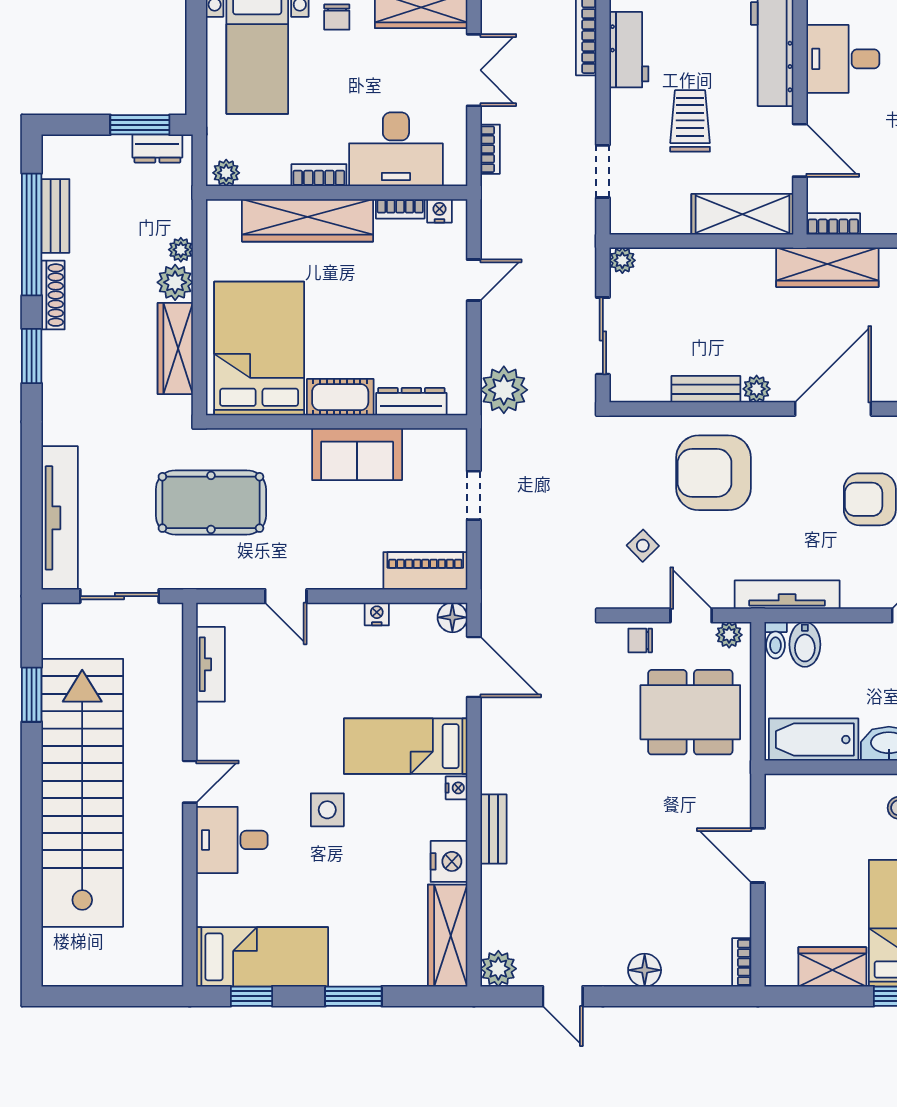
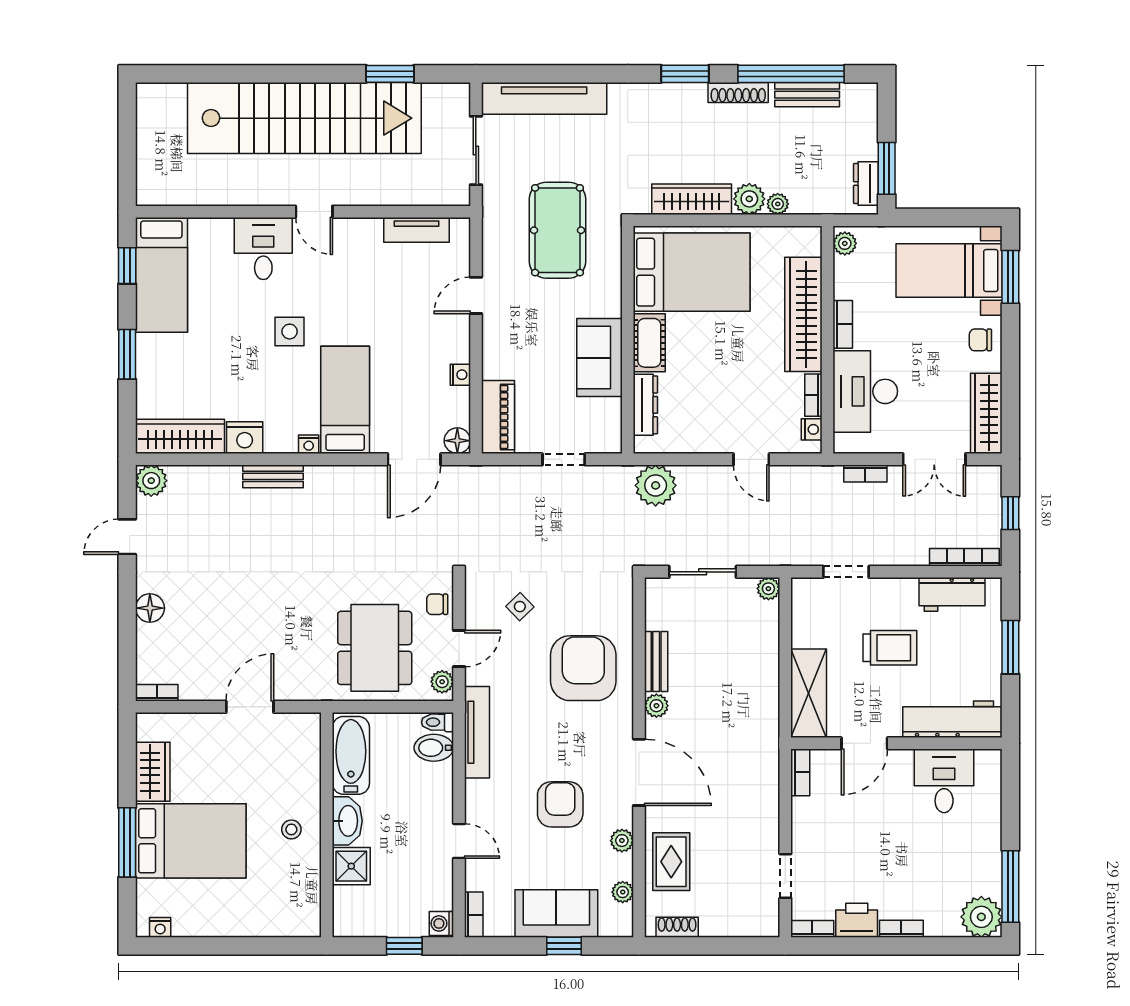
wardrobe: (827, 267) -> (762, 767), removed
chair: (640, 640) -> (437, 604), turned -90

